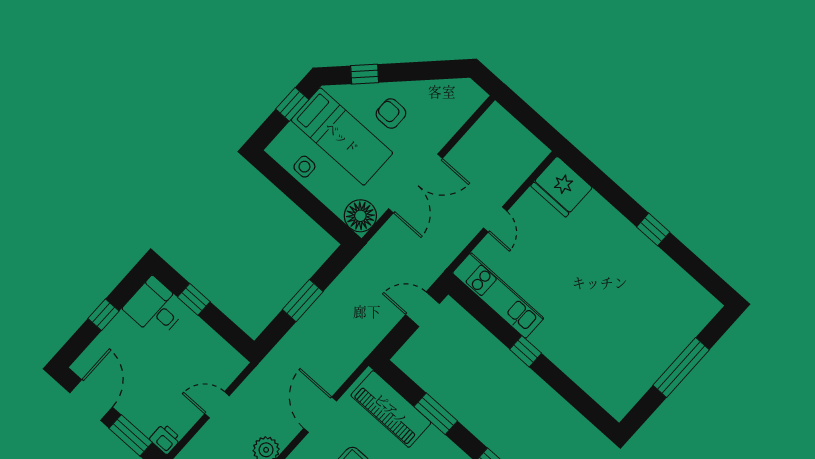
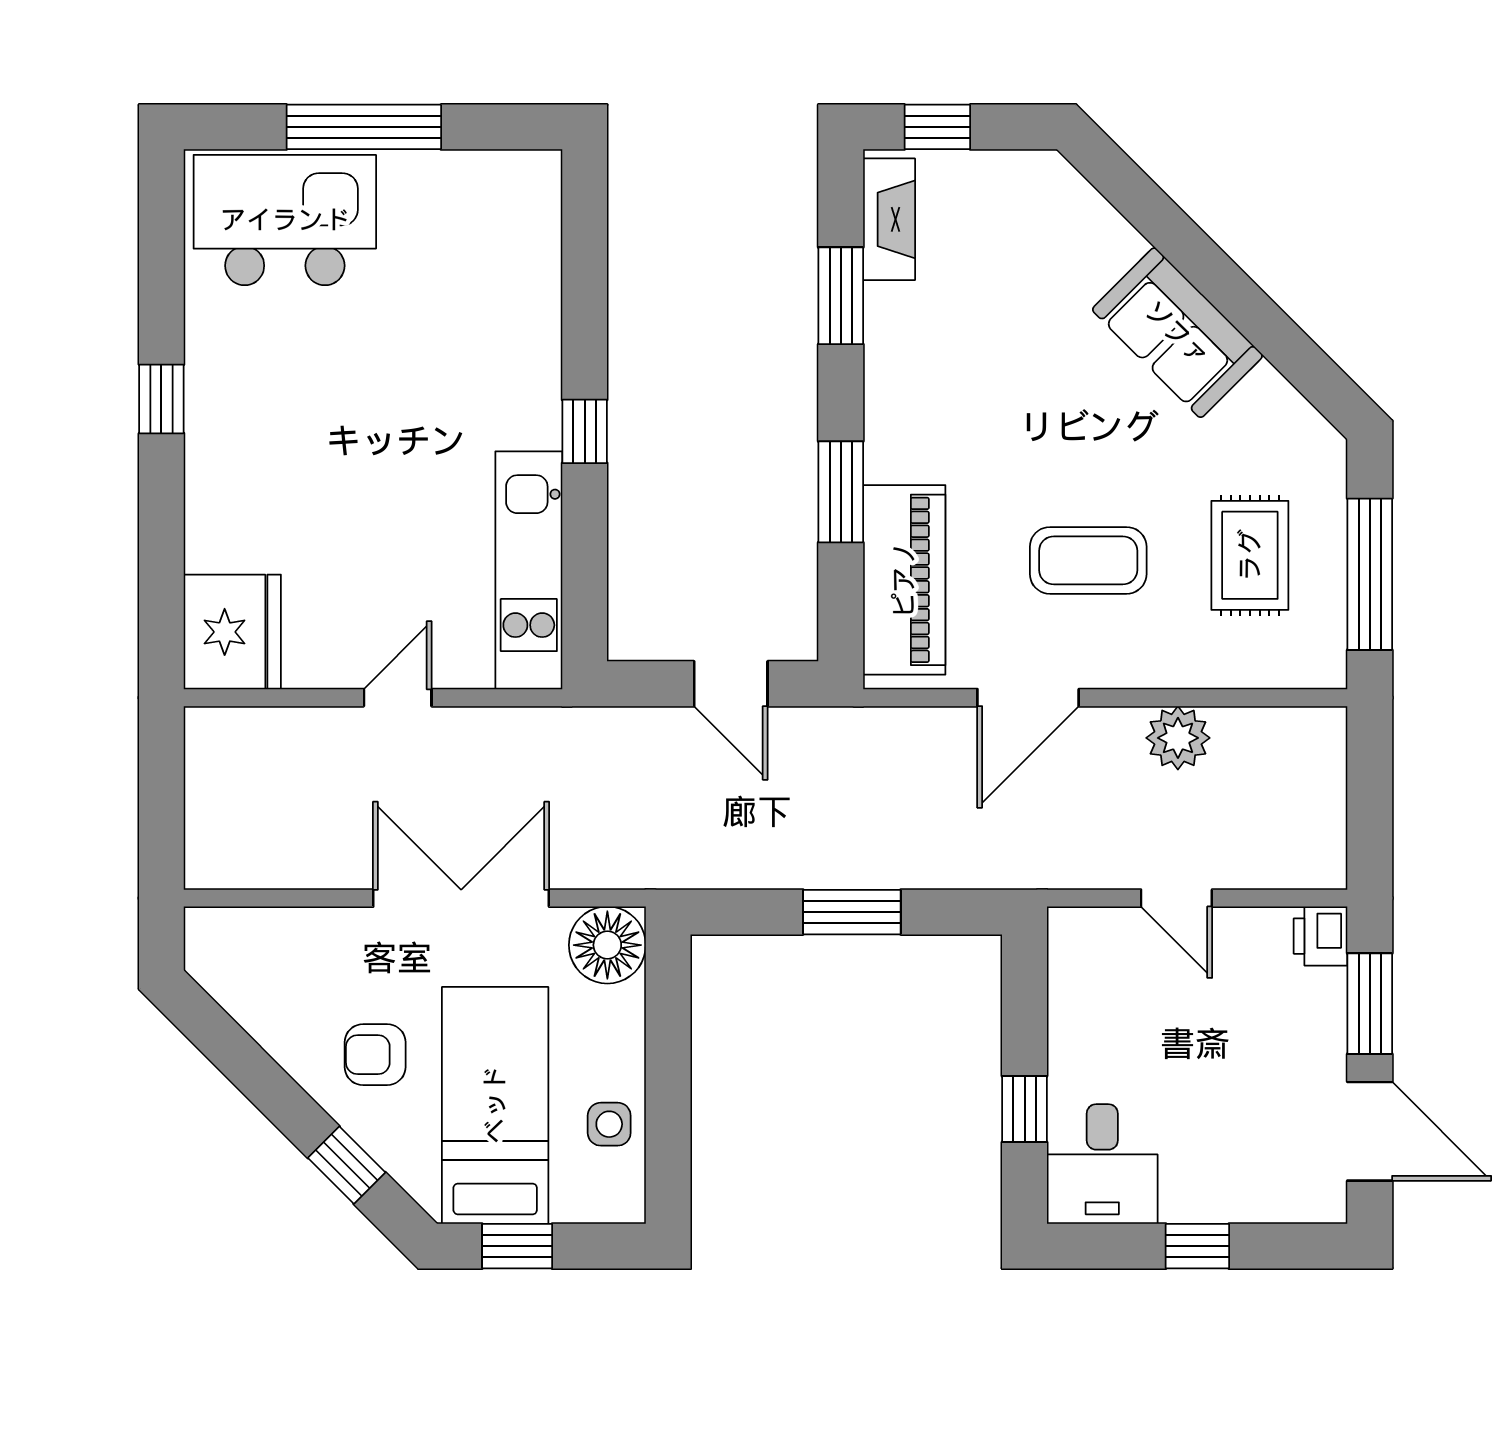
armchair: (391, 114) -> (375, 1055), turned 90
door: (422, 309) -> (731, 684), moved
kitchen island: (674, 317) -> (285, 220), added
door: (91, 400) -> (1370, 1131), swing flipped

